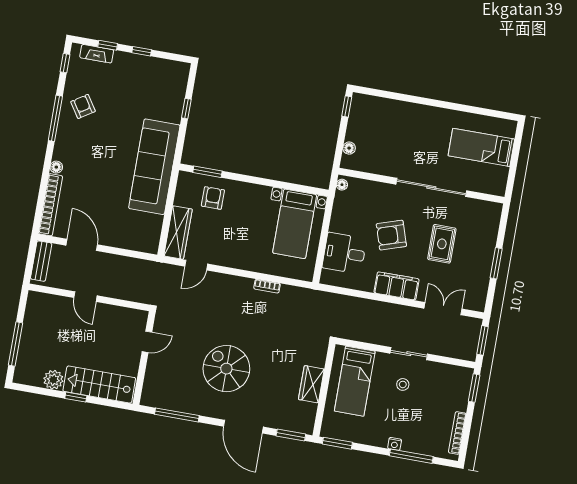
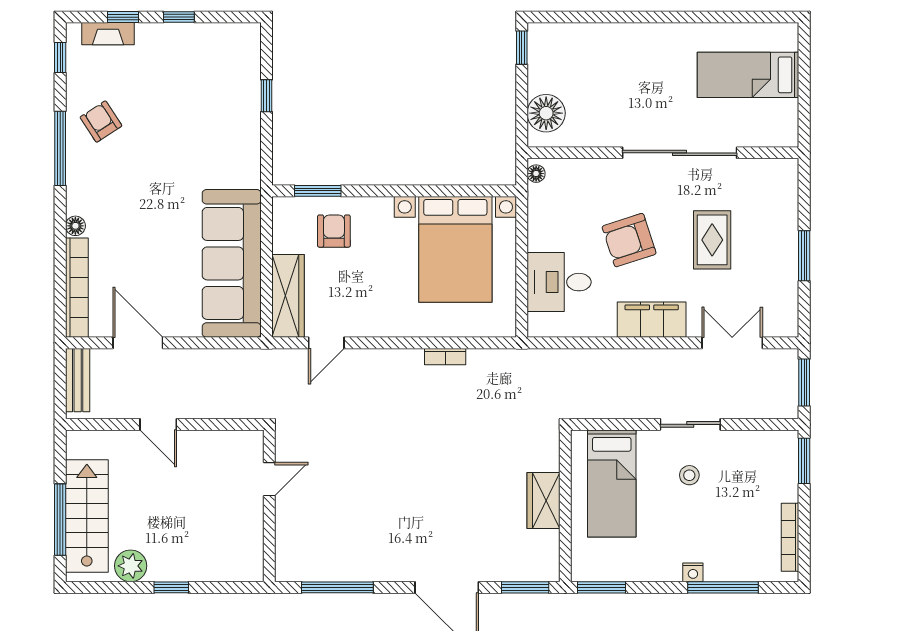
floor lamp: (349, 148) -> (546, 113), width x1.89, depth x1.89
sofa: (154, 167) -> (232, 263), moved
bed with nightstands: (295, 224) -> (455, 249), width x1.36
spiral stairs: (226, 369) -> (403, 499), removed
stairs: (99, 384) -> (87, 516), moved, turned 90

